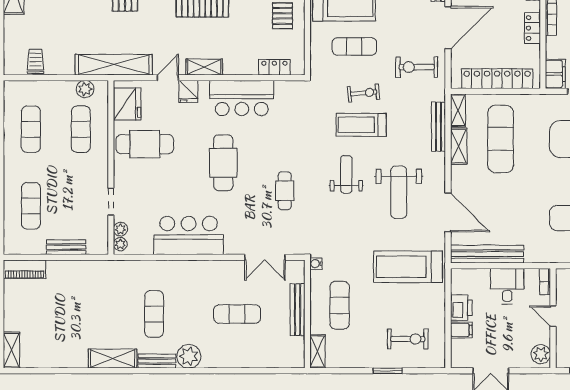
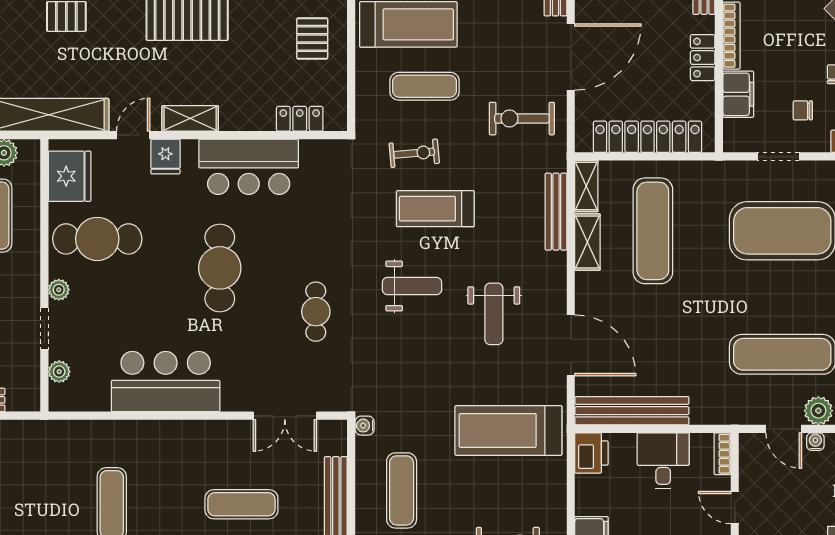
filing cabinet: (555, 74) -> (738, 94), moved
exercise bike: (364, 93) -> (414, 153), moved
weight bench: (346, 174) -> (412, 286), turned 90
weight bench: (399, 192) -> (494, 314), width x0.73, depth x0.75
plant: (120, 244) -> (59, 290), moved
printer: (461, 308) -> (591, 453), moved

